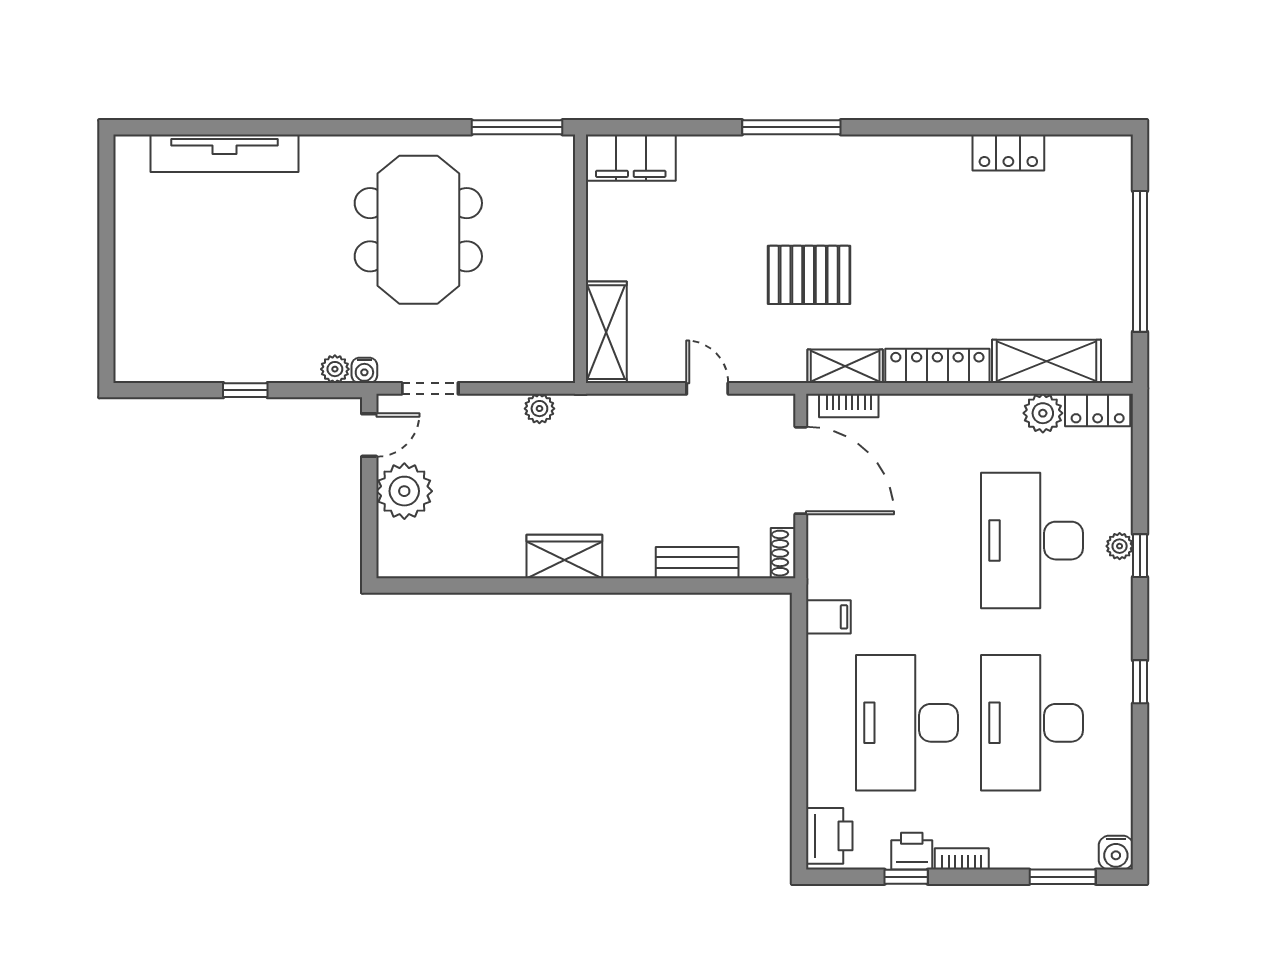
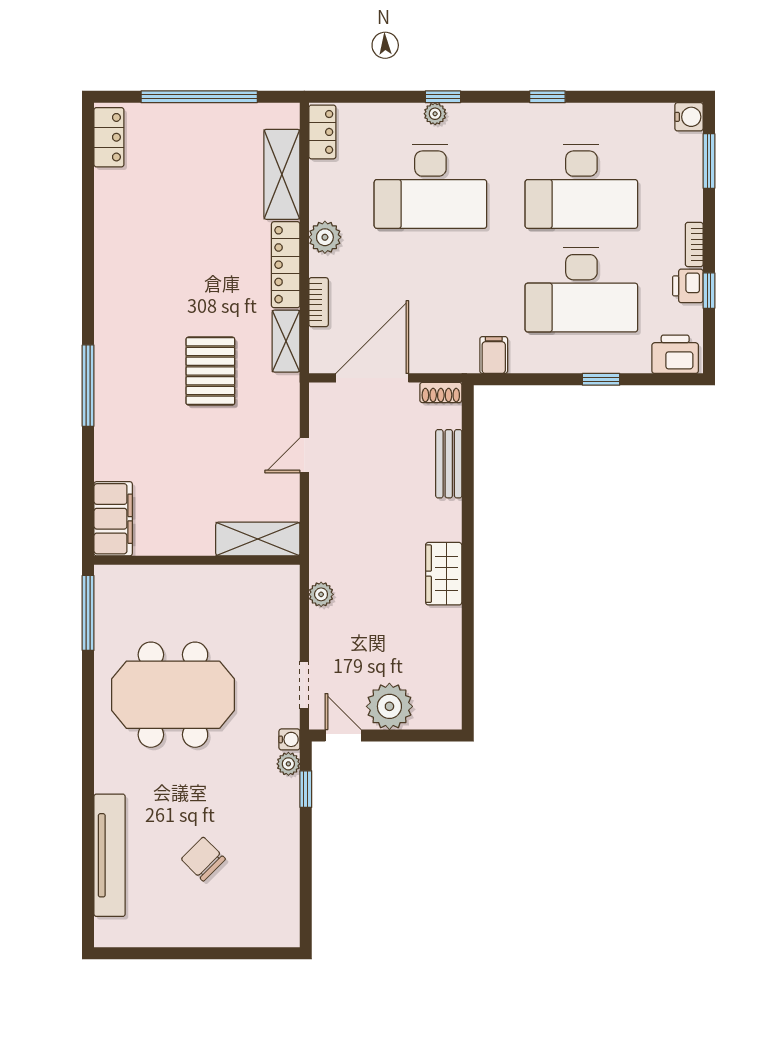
locker: (1008, 152) -> (109, 137), moved
chair: (220, 266) -> (203, 859), added
window: (245, 390) -> (306, 789), moved
bookcase: (849, 406) -> (319, 302), moved
plant: (1043, 413) -> (325, 237), moved
window: (799, 747) -> (601, 379), added

